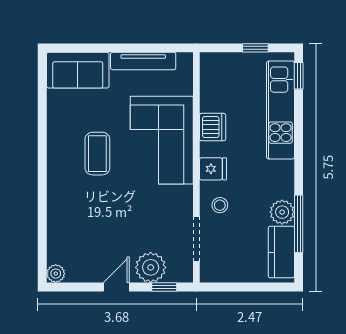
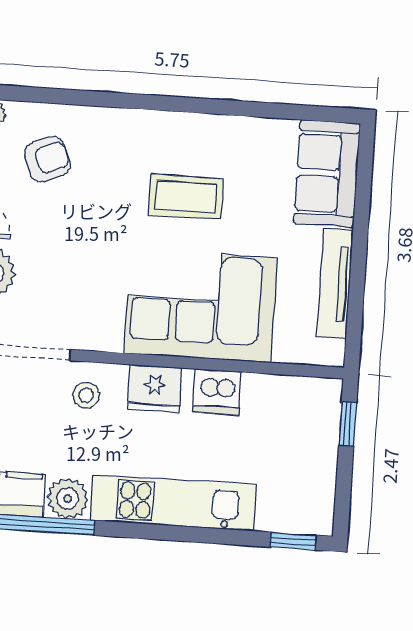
window: (255, 48) -> (348, 424), moved
kitchen unit: (281, 110) -> (173, 503), moved
fridge: (213, 169) -> (155, 388), width x1.38
armchair: (80, 238) -> (47, 159), added

